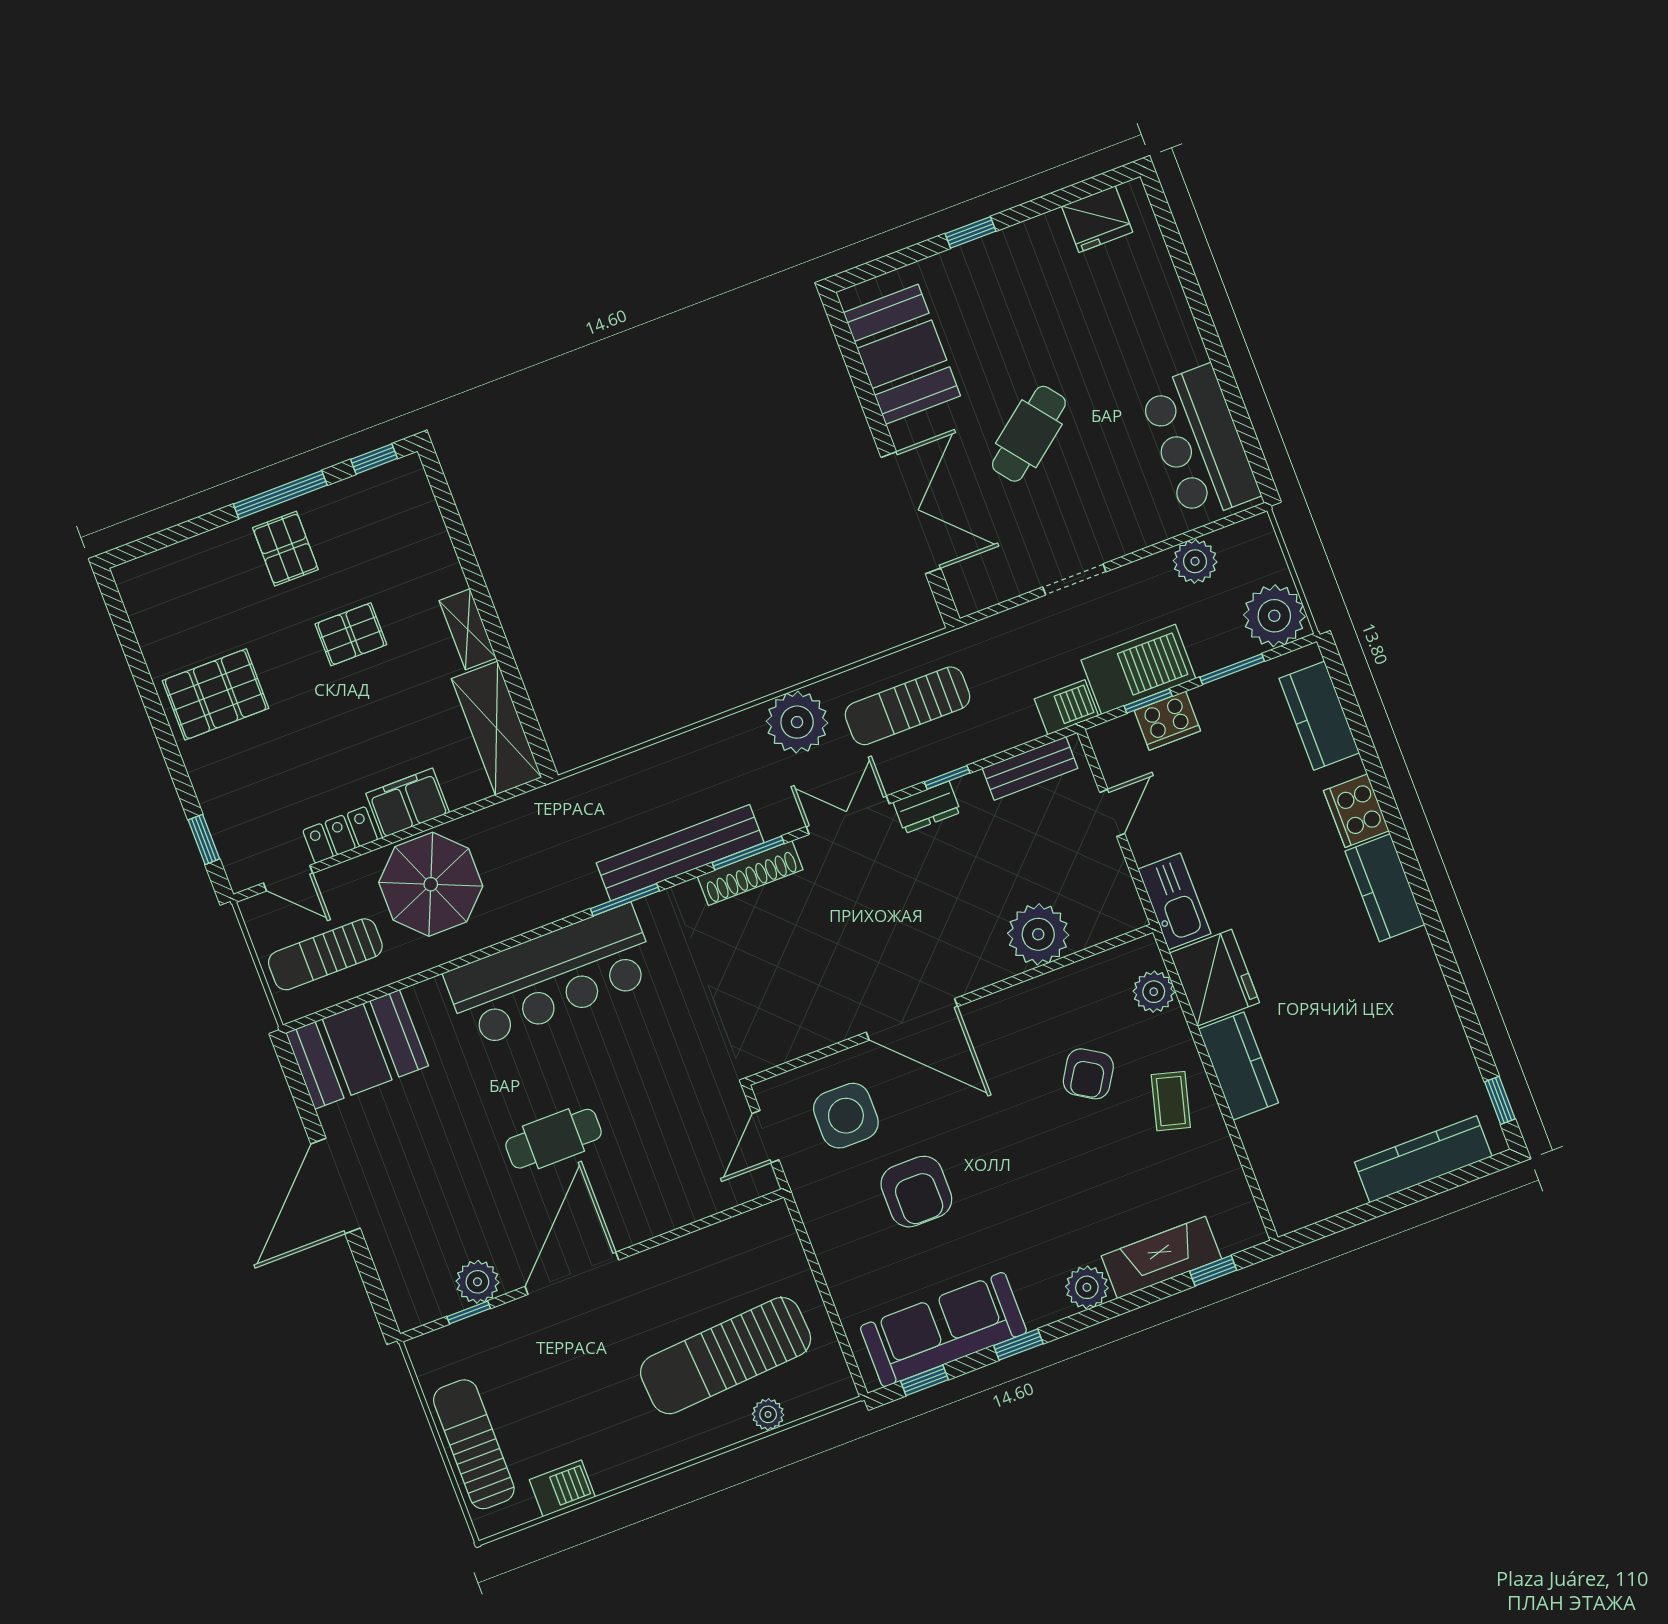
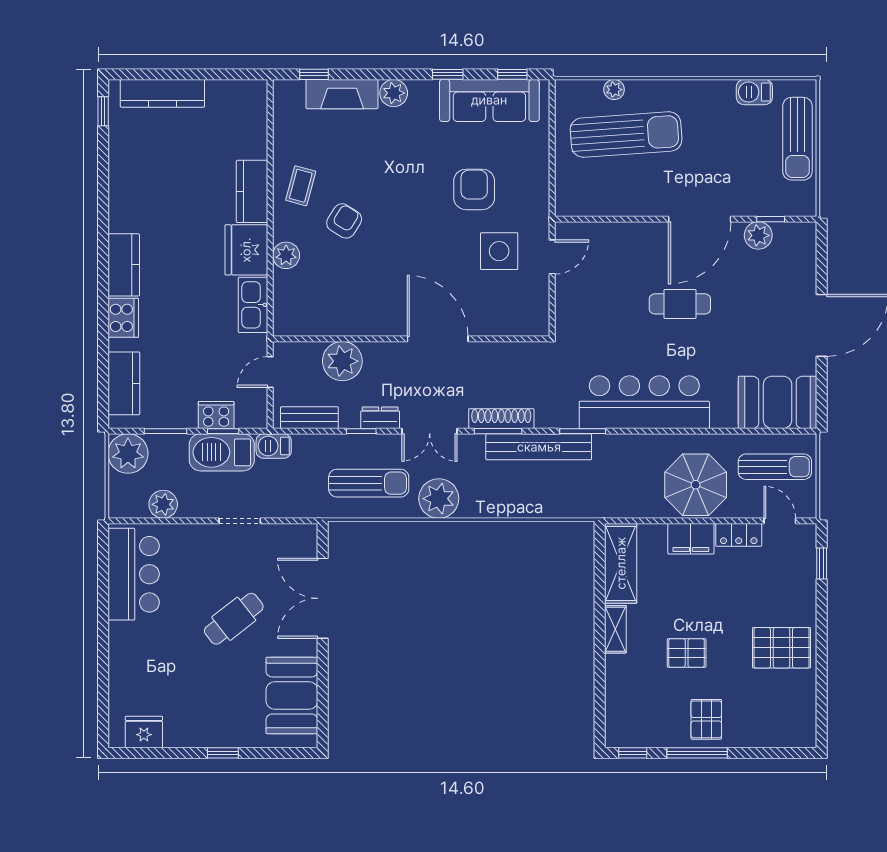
plant: (1038, 934) -> (342, 361), moved
wall: (950, 1005) -> (411, 339), moved
door: (912, 1019) -> (438, 339), moved

